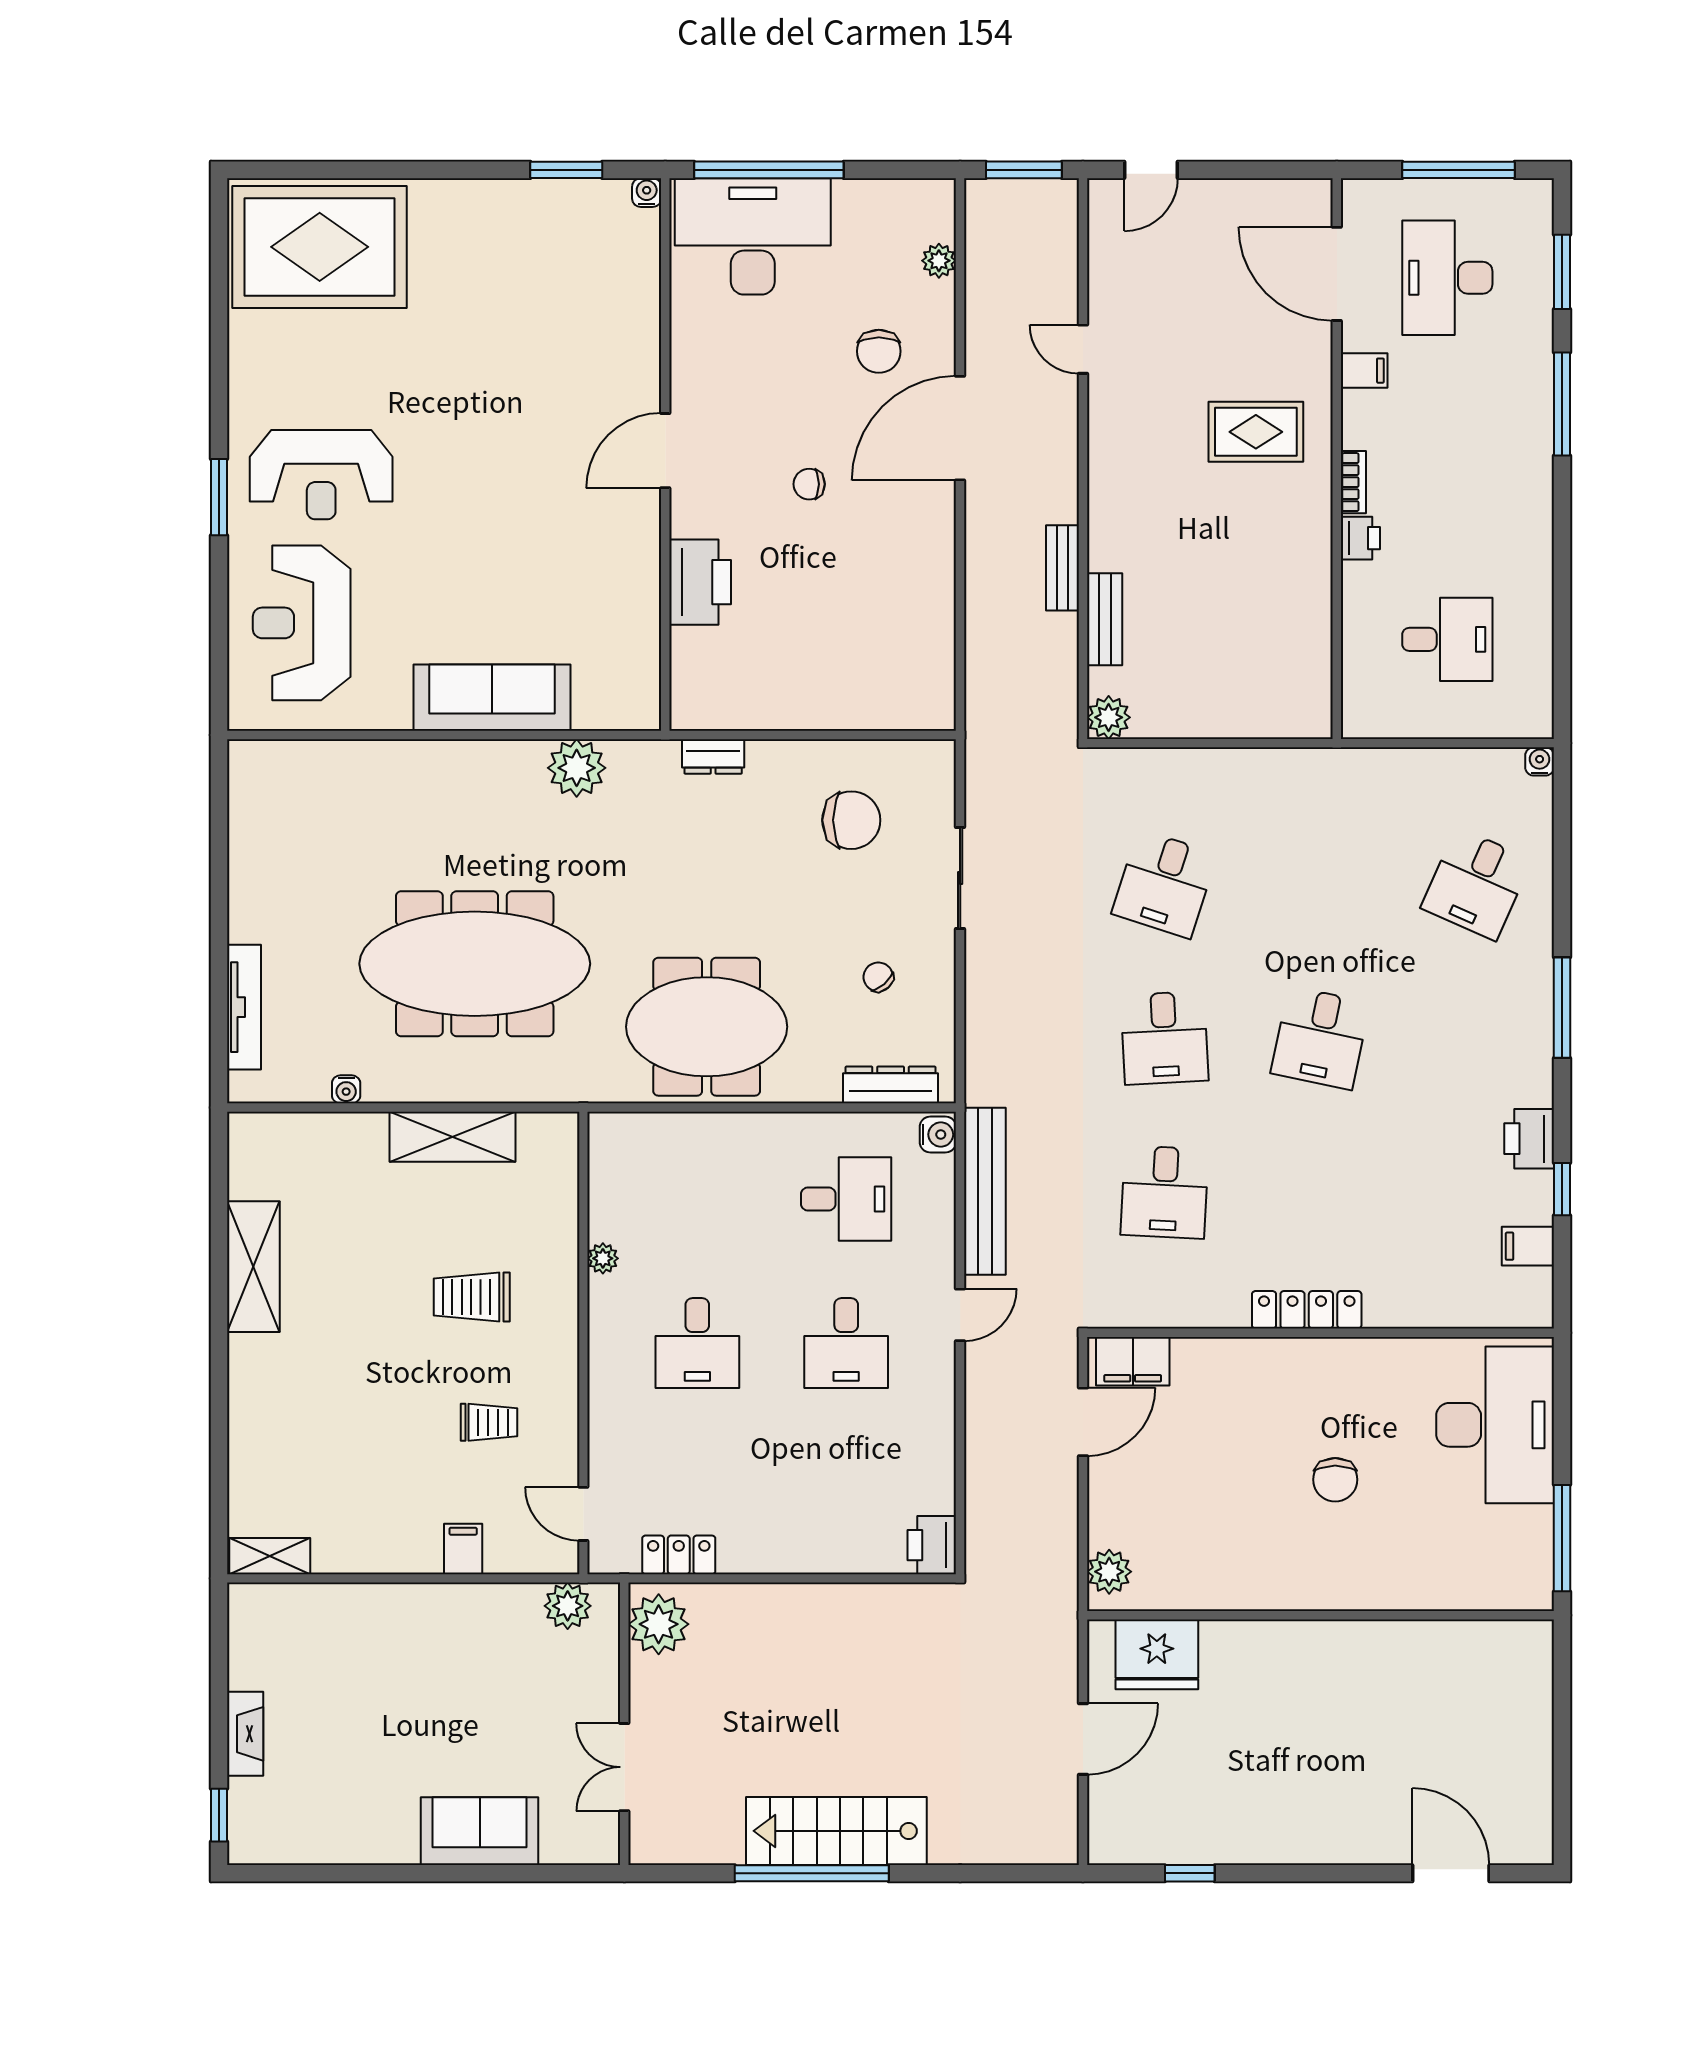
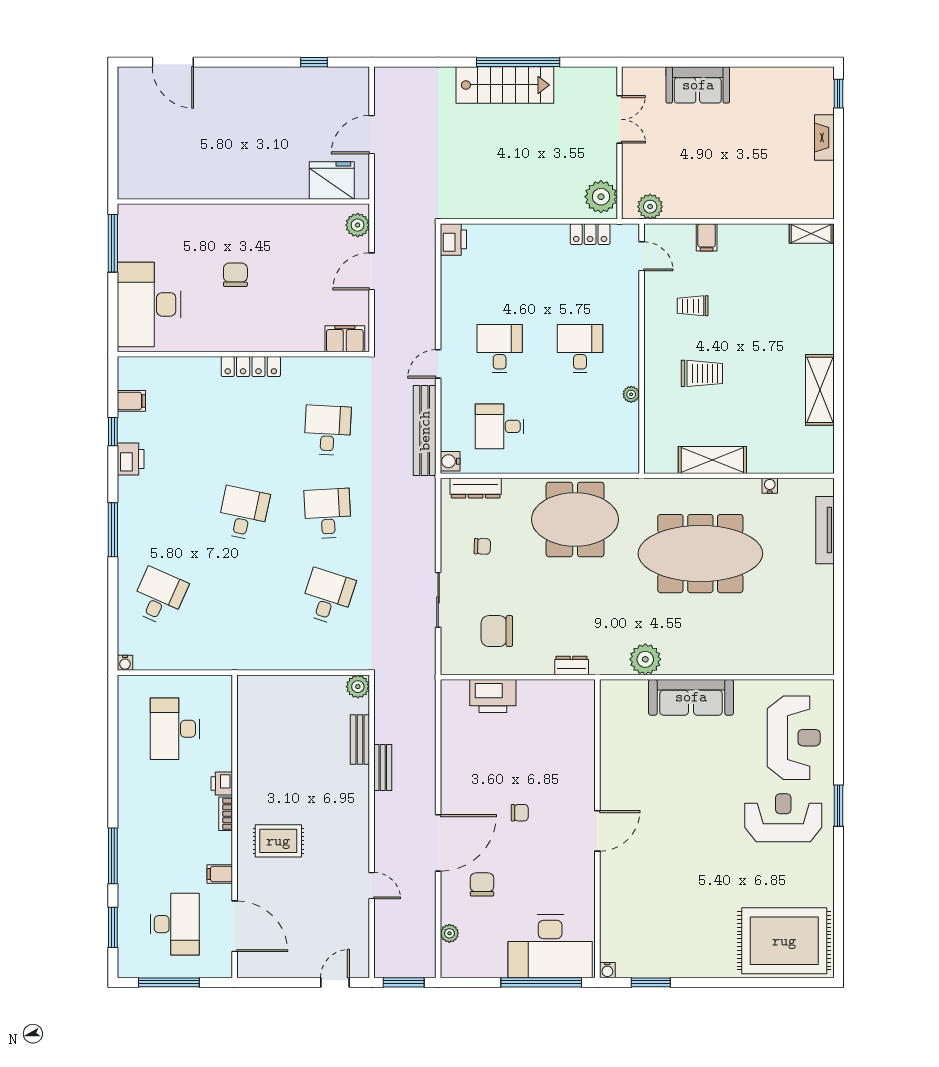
printer: (700, 582) -> (493, 696), moved, turned -90
desk: (1447, 639) -> (175, 729), width x1.37
chair: (878, 977) -> (482, 546), turned -47
door: (1083, 1422) -> (372, 271), moved

